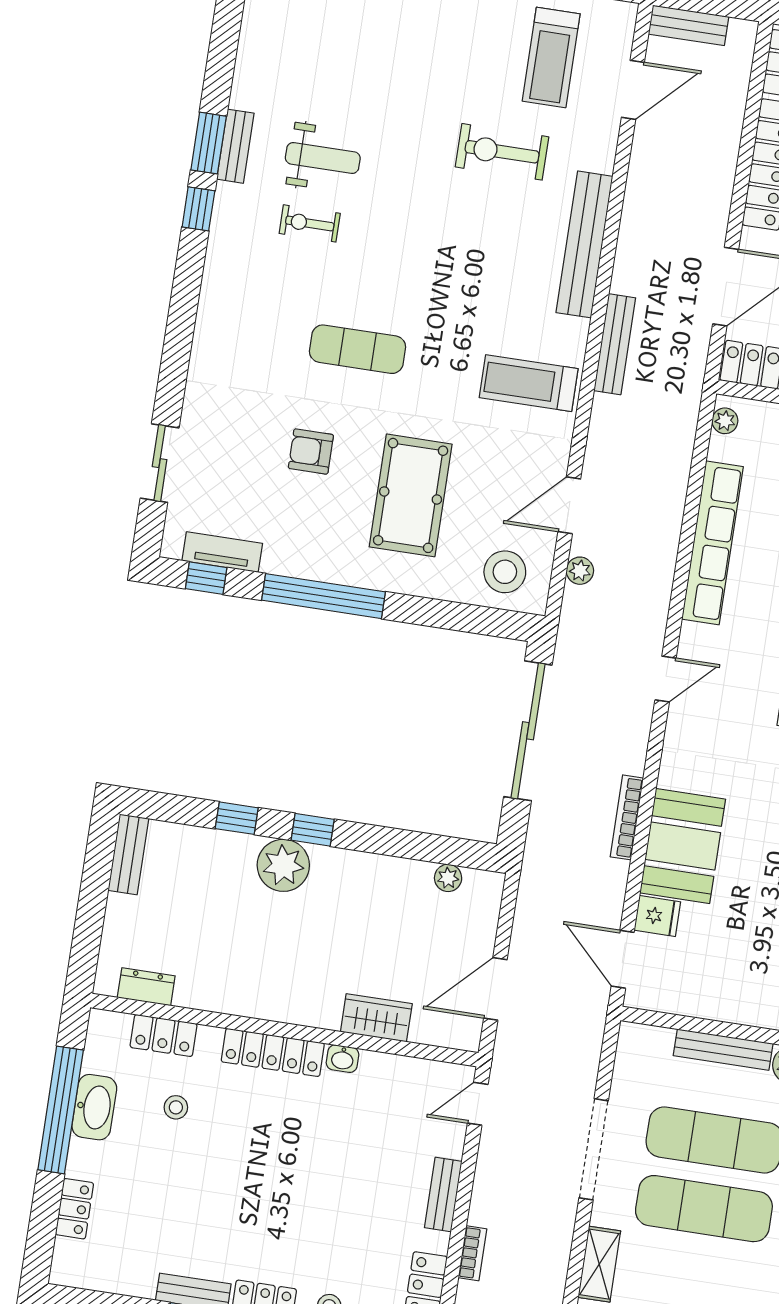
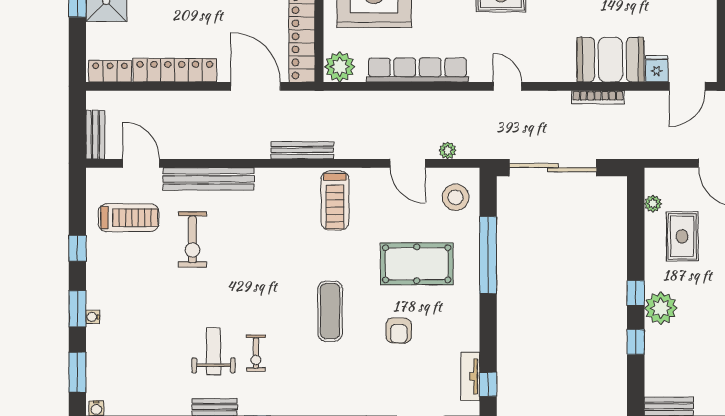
bench: (584, 244) -> (209, 179), moved
plant: (725, 421) -> (340, 67), width x1.88, depth x1.88
window: (323, 596) -> (488, 255), moved
rug: (390, 916) -> (682, 236), added

